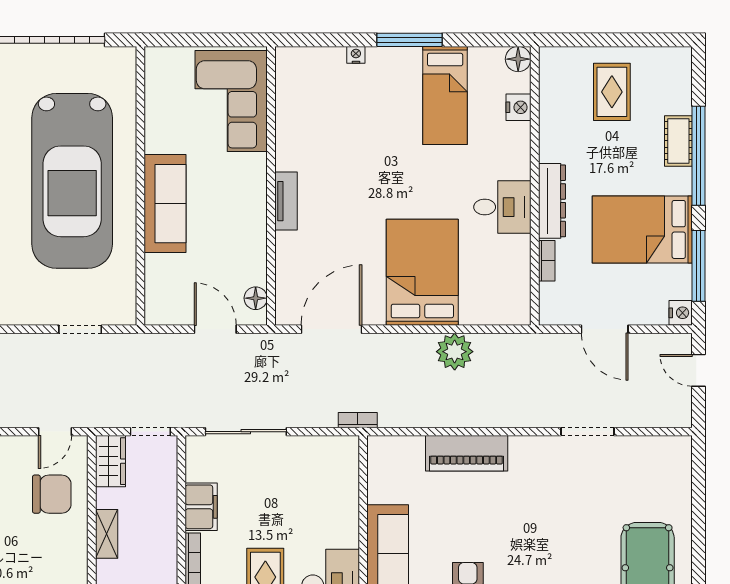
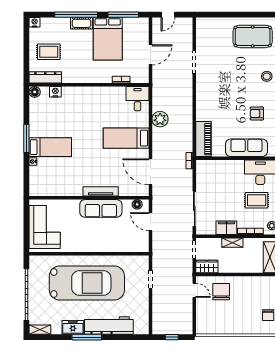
bed: (445, 95) -> (50, 147), moved
corner sofa: (231, 101) -> (45, 227), moved, turned -90
cot: (678, 141) -> (82, 23), moved
tv unit: (286, 201) -> (101, 191), width x1.41
dresser: (552, 201) -> (45, 77), moved
sofa: (165, 204) -> (101, 208), moved, turned 180
desk: (502, 207) -> (137, 99), moved
bed: (422, 272) -> (126, 138), width x0.67
nightstand: (681, 313) -> (35, 22), moved
door: (215, 329) -> (150, 222), hinge flipped
piano: (467, 453) -> (204, 139), moved
shelving: (107, 534) -> (232, 243), moved

